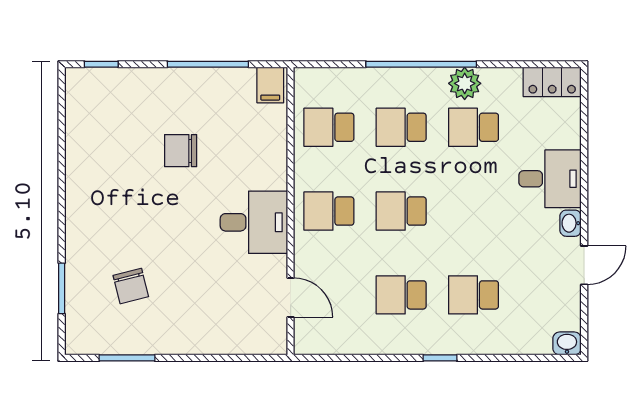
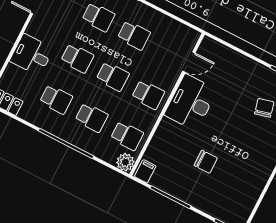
plant: (465, 83) -> (125, 162), moved
school desk: (473, 211) -> (77, 58), added
desk: (254, 222) -> (191, 102), width x1.37
washbasin: (571, 223) -> (33, 28), removed
door: (291, 298) -> (189, 62), swing flipped

